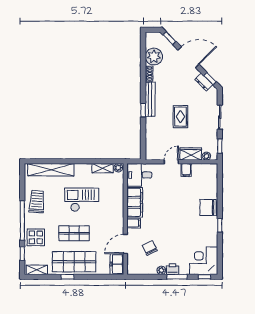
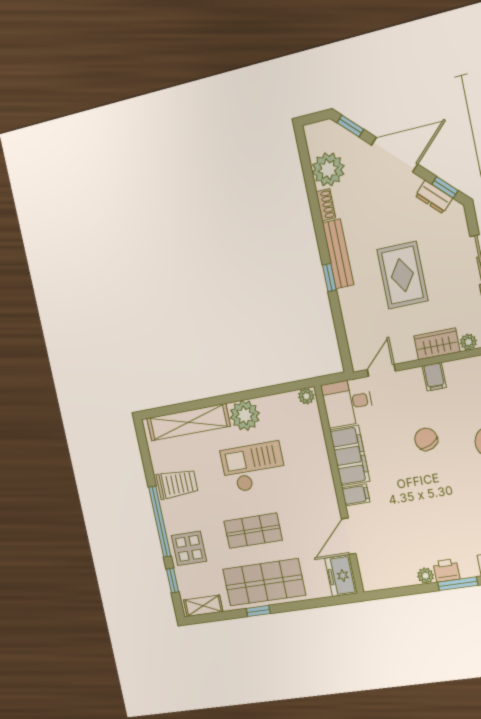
rug: (180, 117) -> (402, 275), width x1.36, depth x1.43
door: (171, 162) -> (381, 370), moved
shelving: (103, 168) -> (278, 402), removed
plant: (83, 172) -> (245, 415), added
trolley: (37, 202) -> (177, 484), turned 86
chair: (150, 248) -> (426, 439), moved

